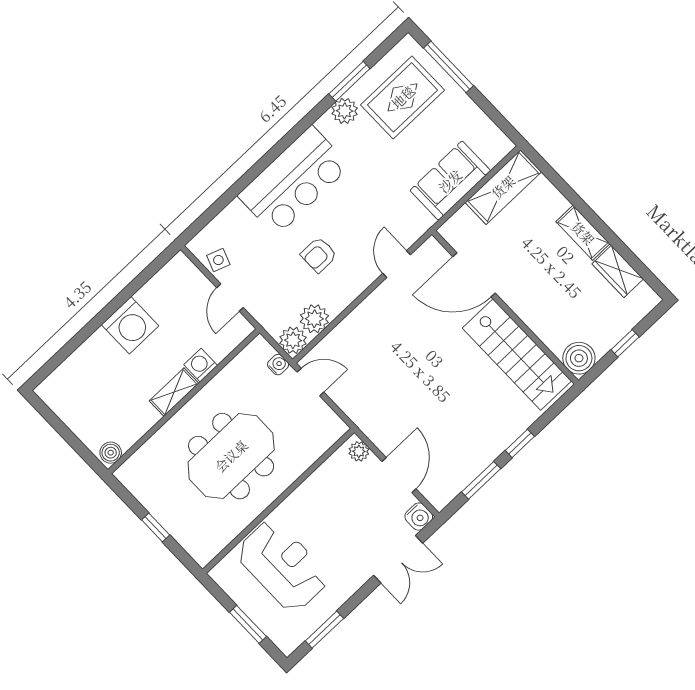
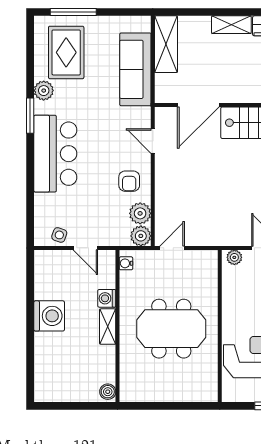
window: (349, 81) -> (30, 116), moved
sofa: (450, 181) -> (135, 69), width x1.36
armchair: (319, 255) -> (129, 181), moved
water cooler: (278, 365) -> (126, 263), moved, turned -90
meeting table: (231, 456) -> (171, 329), turned 90
window: (156, 527) -> (171, 406), removed

